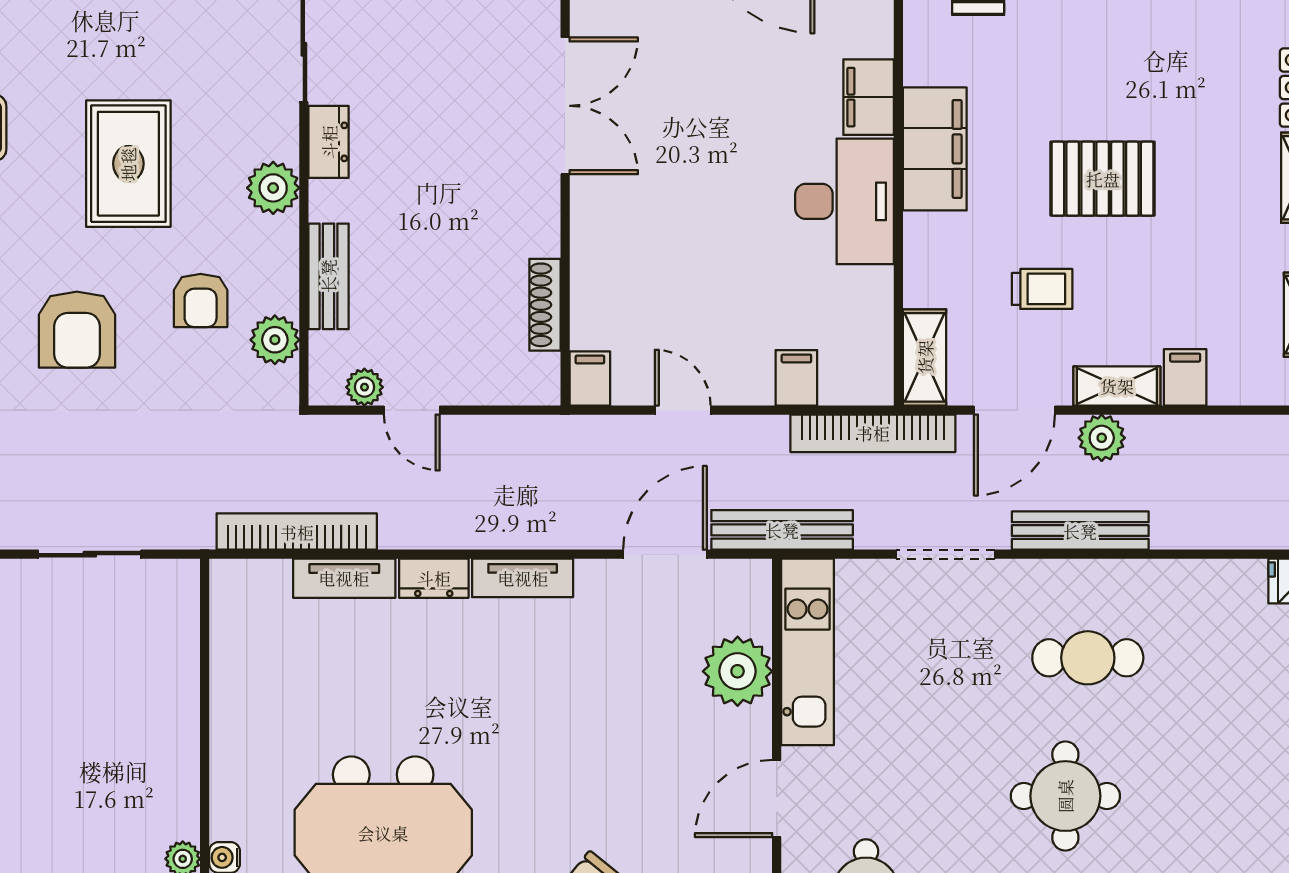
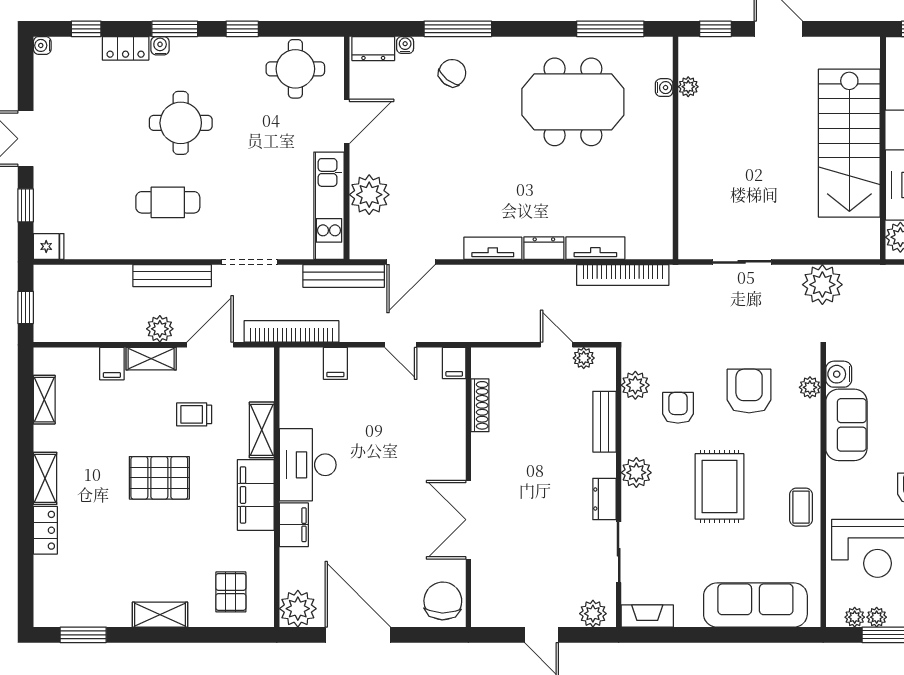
shelving: (925, 357) -> (262, 430), moved

